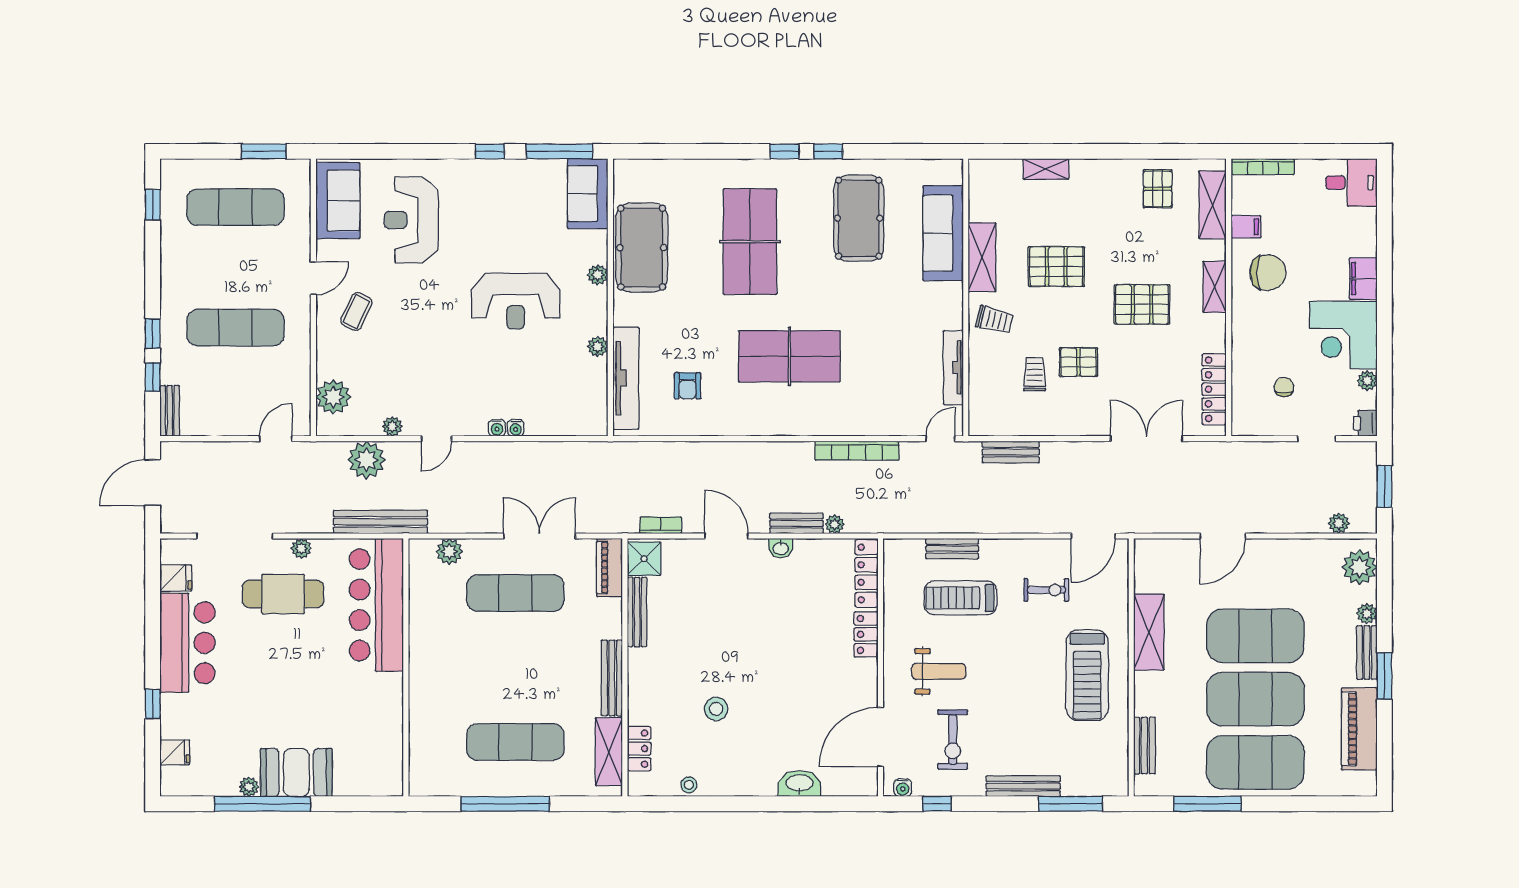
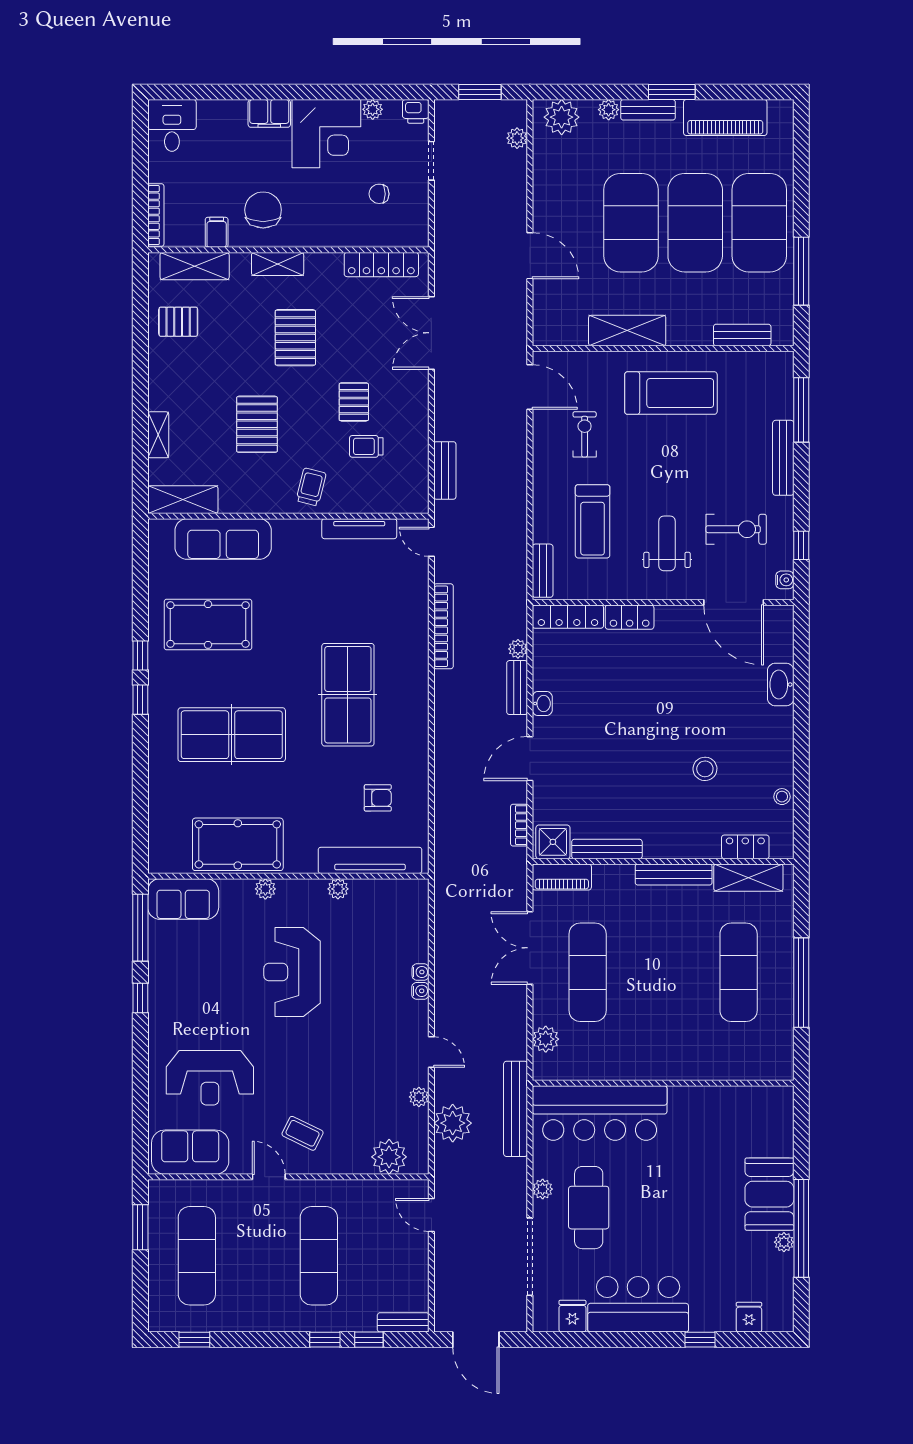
shelving: (982, 257) -> (183, 500), moved
reception desk: (516, 301) -> (292, 972), turned 180
bench: (952, 549) -> (543, 571), moved

